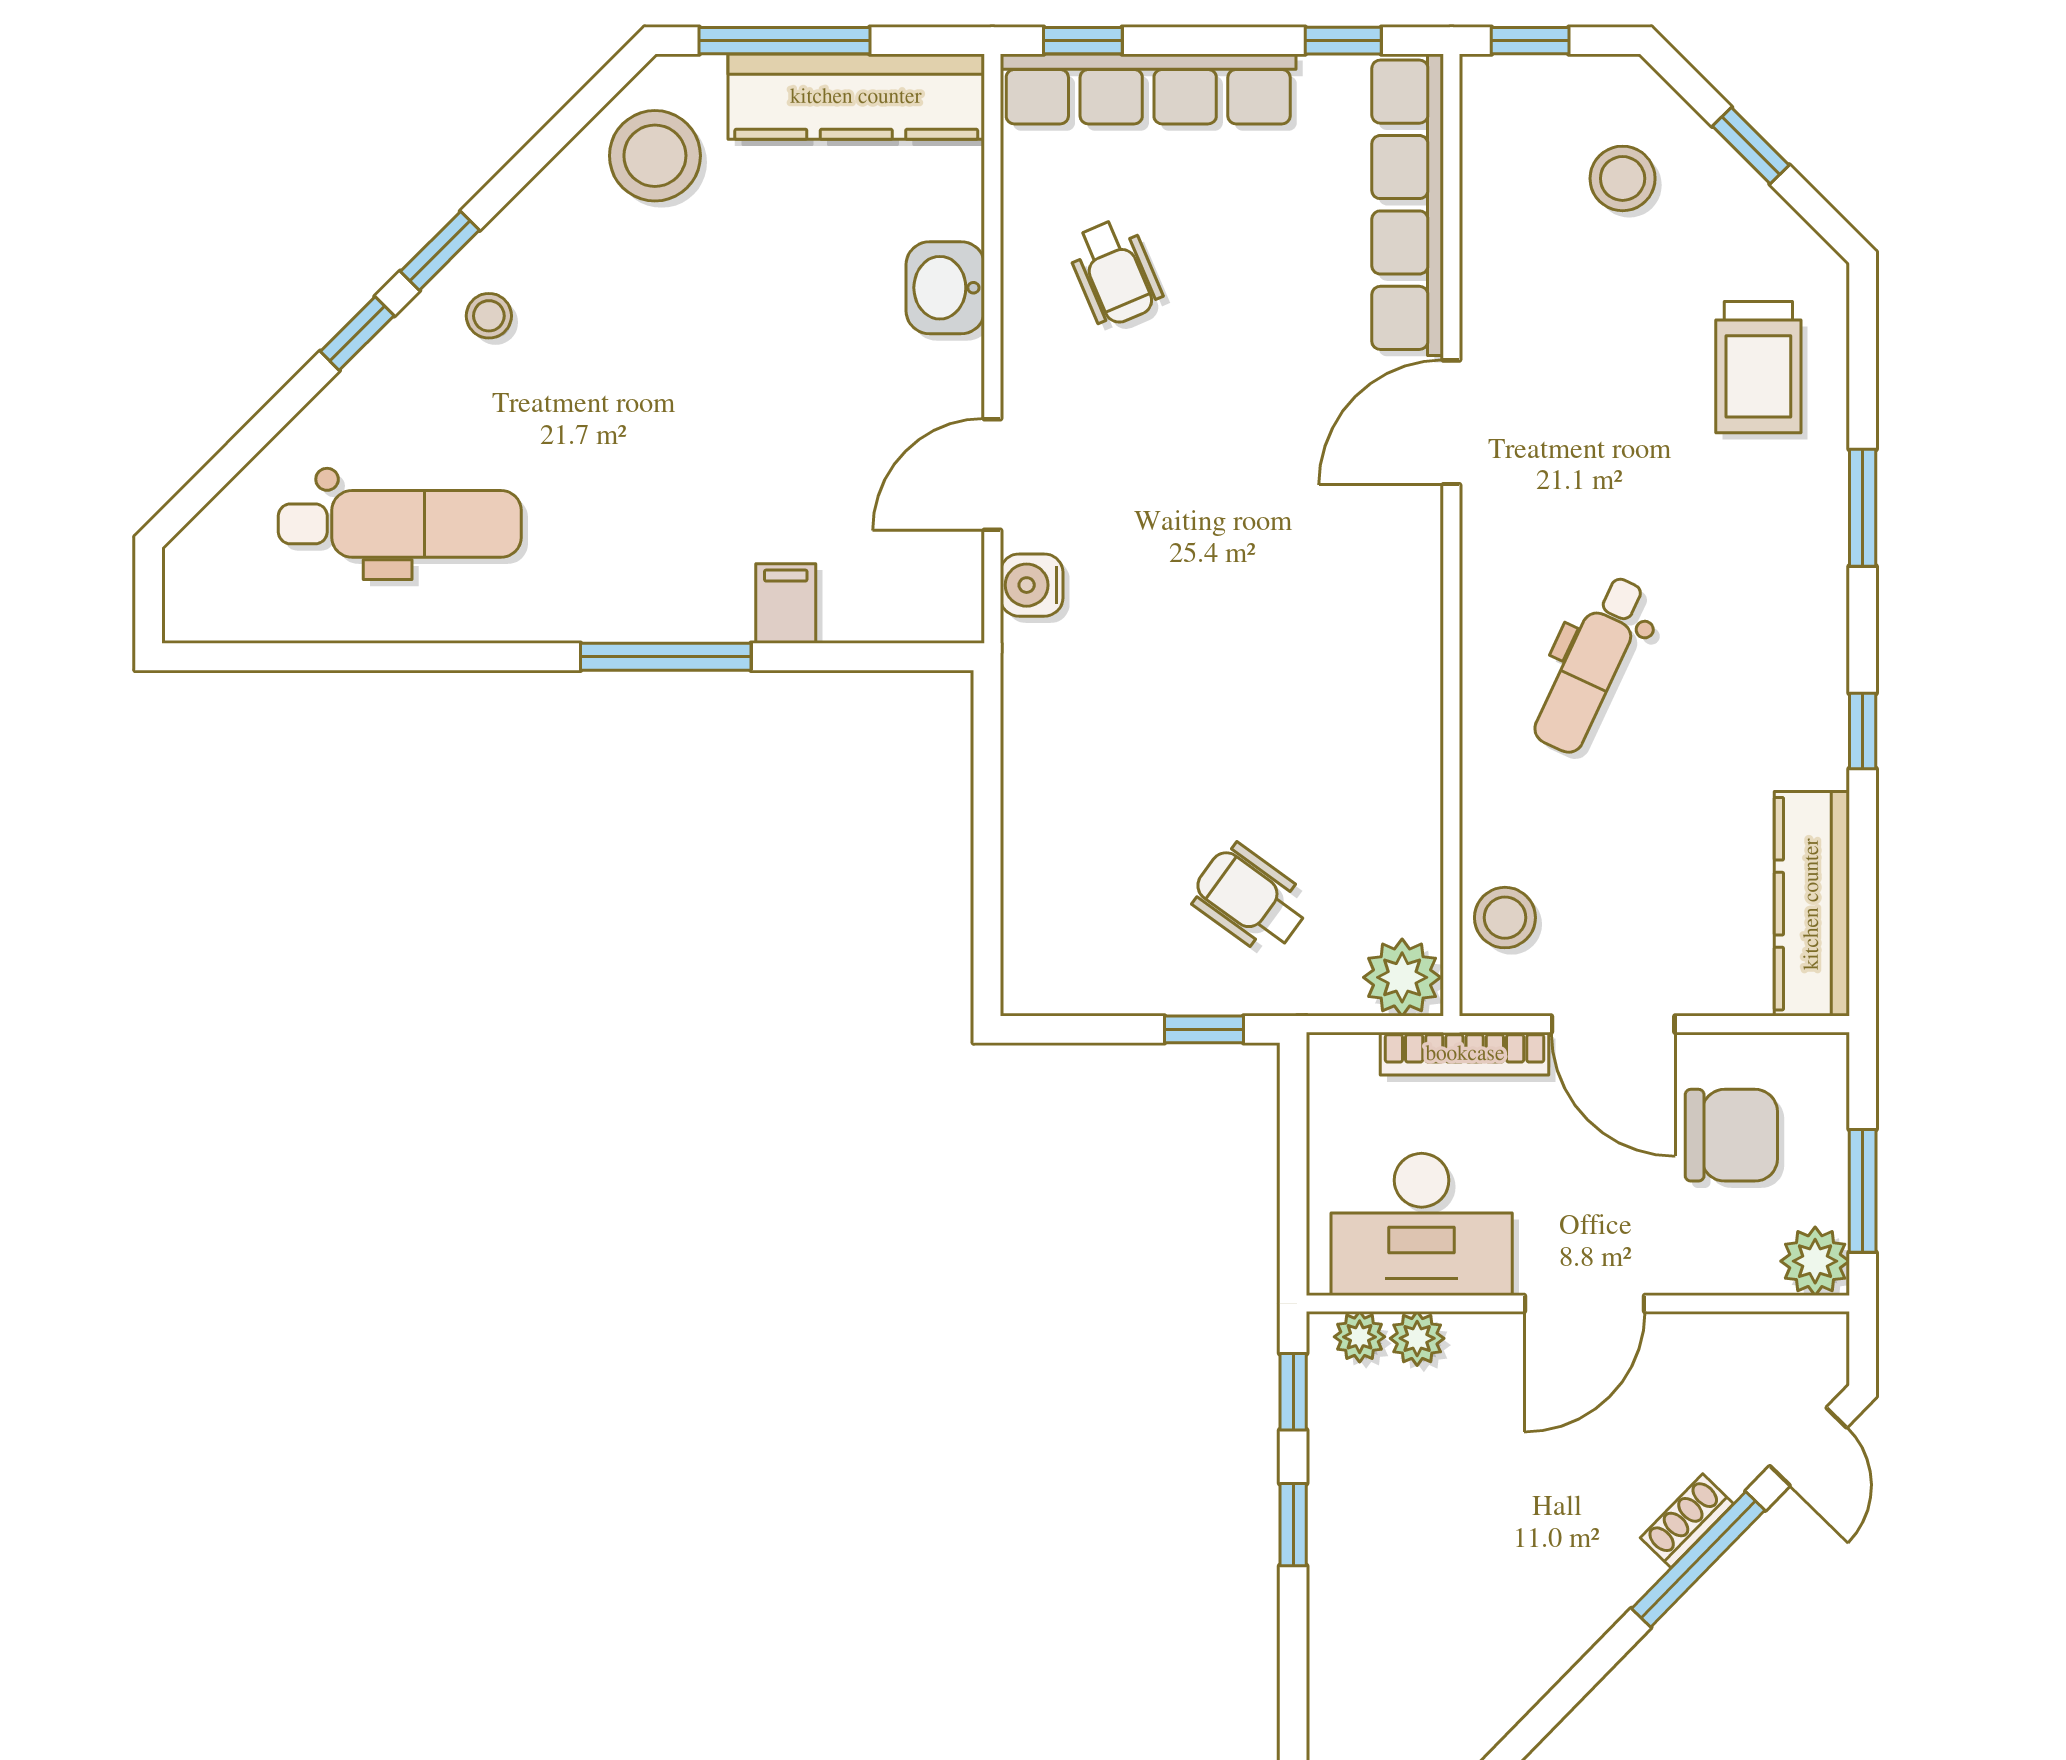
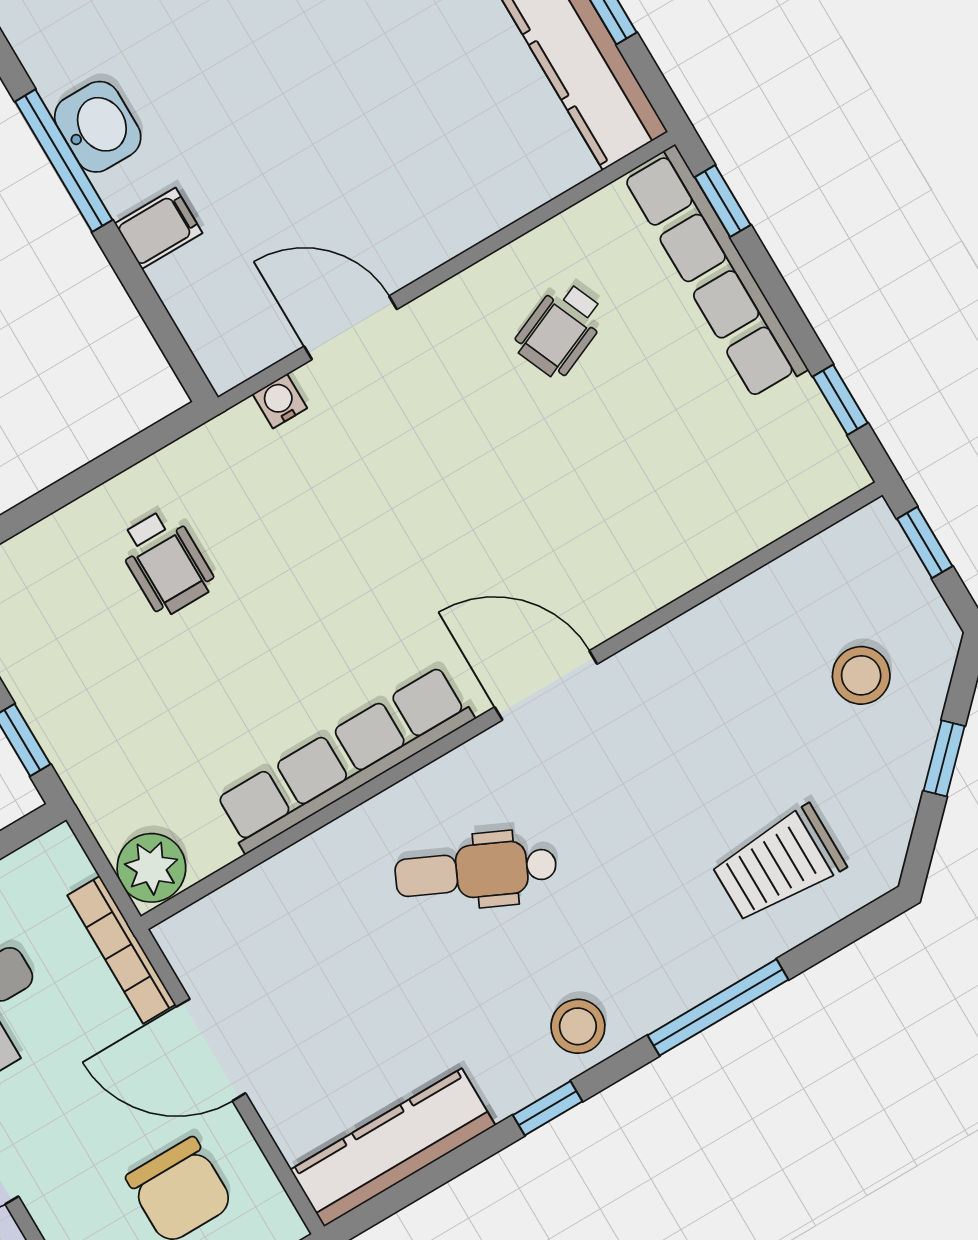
row of seats: (1408, 205) -> (344, 760), moved
washbasin: (945, 288) -> (98, 127), moved, turned 90
door: (1451, 422) -> (546, 685), moved
window: (1863, 508) -> (718, 1007), width x1.44
water cooler: (1032, 585) -> (280, 401), width x0.72, depth x0.72
wheelchair: (1250, 899) -> (166, 562), moved, turned 144
stool: (1505, 918) -> (578, 1026), moved
door: (1613, 1024) -> (211, 1050), hinge flipped

